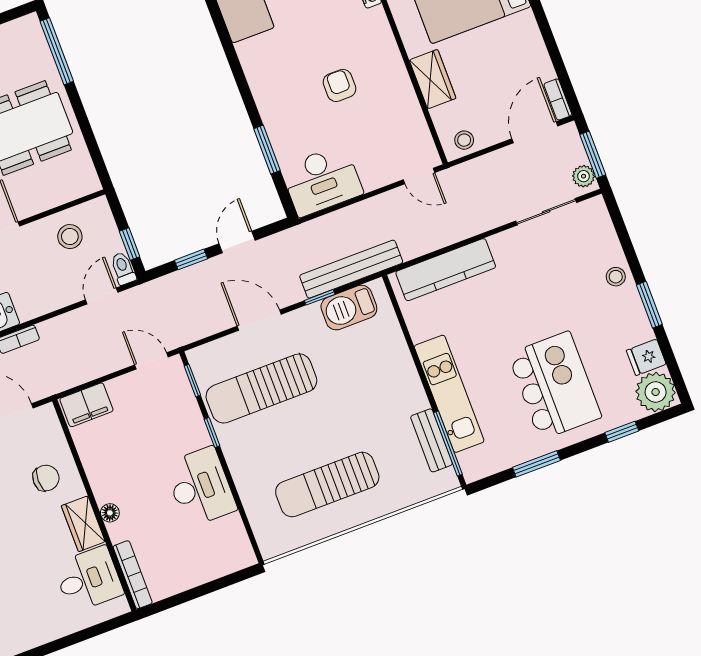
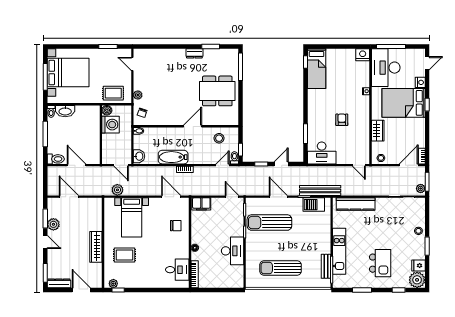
kitchen island: (555, 386) -> (380, 263), width x0.73, depth x0.78
wardrobe: (83, 524) -> (183, 248), removed

